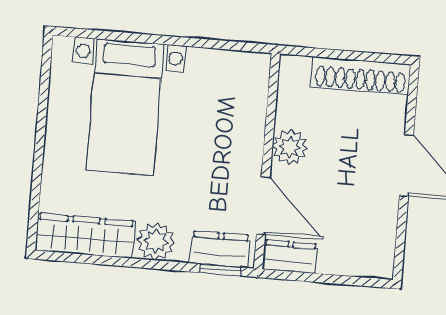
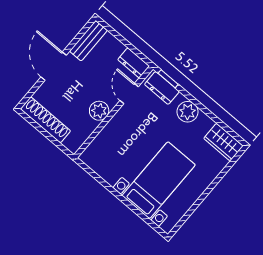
door: (263, 206) -> (129, 94), width x0.73
wardrobe: (85, 236) -> (223, 142), width x0.67
bench: (382, 241) -> (88, 41), added

